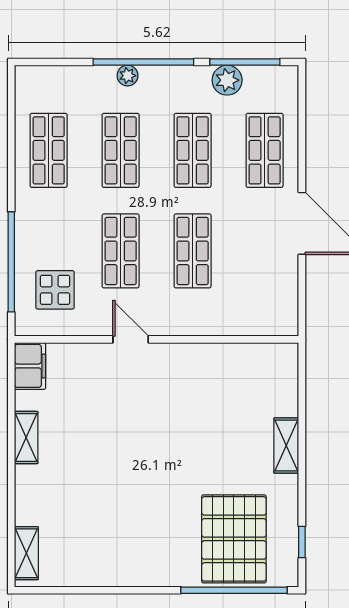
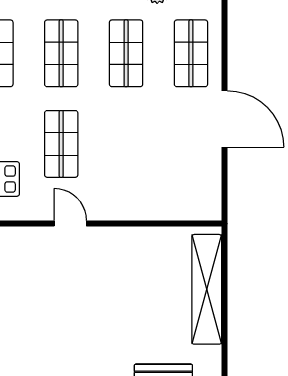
shop shelf: (193, 251) -> (126, 144), removed
shelving: (286, 446) -> (207, 289), width x2.20, depth x1.33

